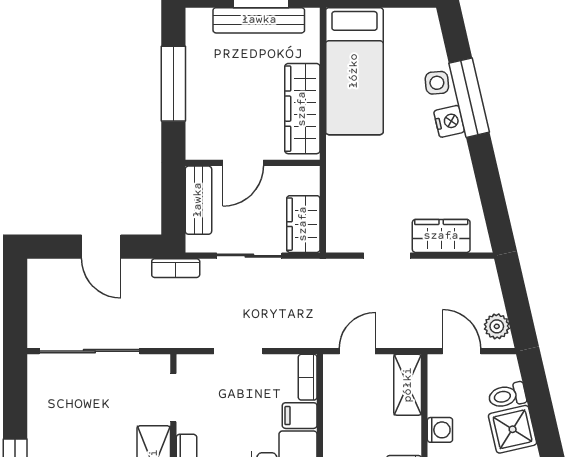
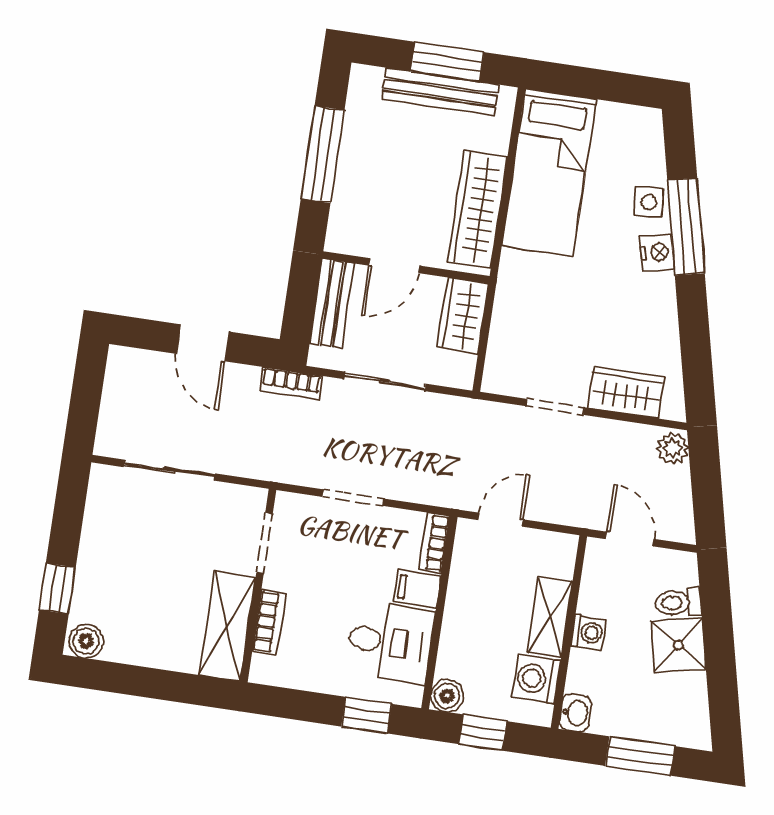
wardrobe: (303, 224) -> (463, 316), moved
plant: (497, 326) -> (673, 448), moved
sliding door: (89, 351) -> (169, 470), width x0.73
shelving: (408, 385) -> (550, 617), moved

